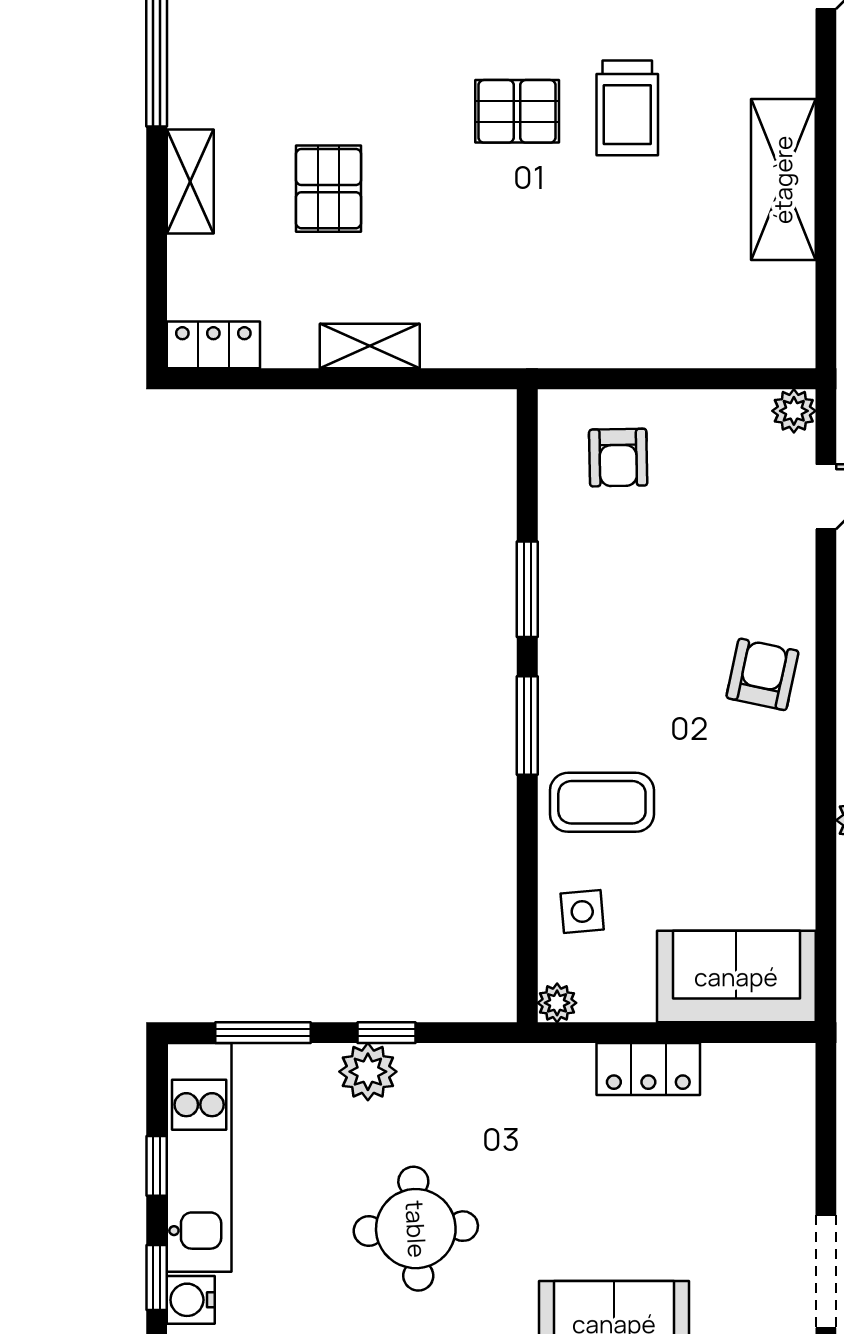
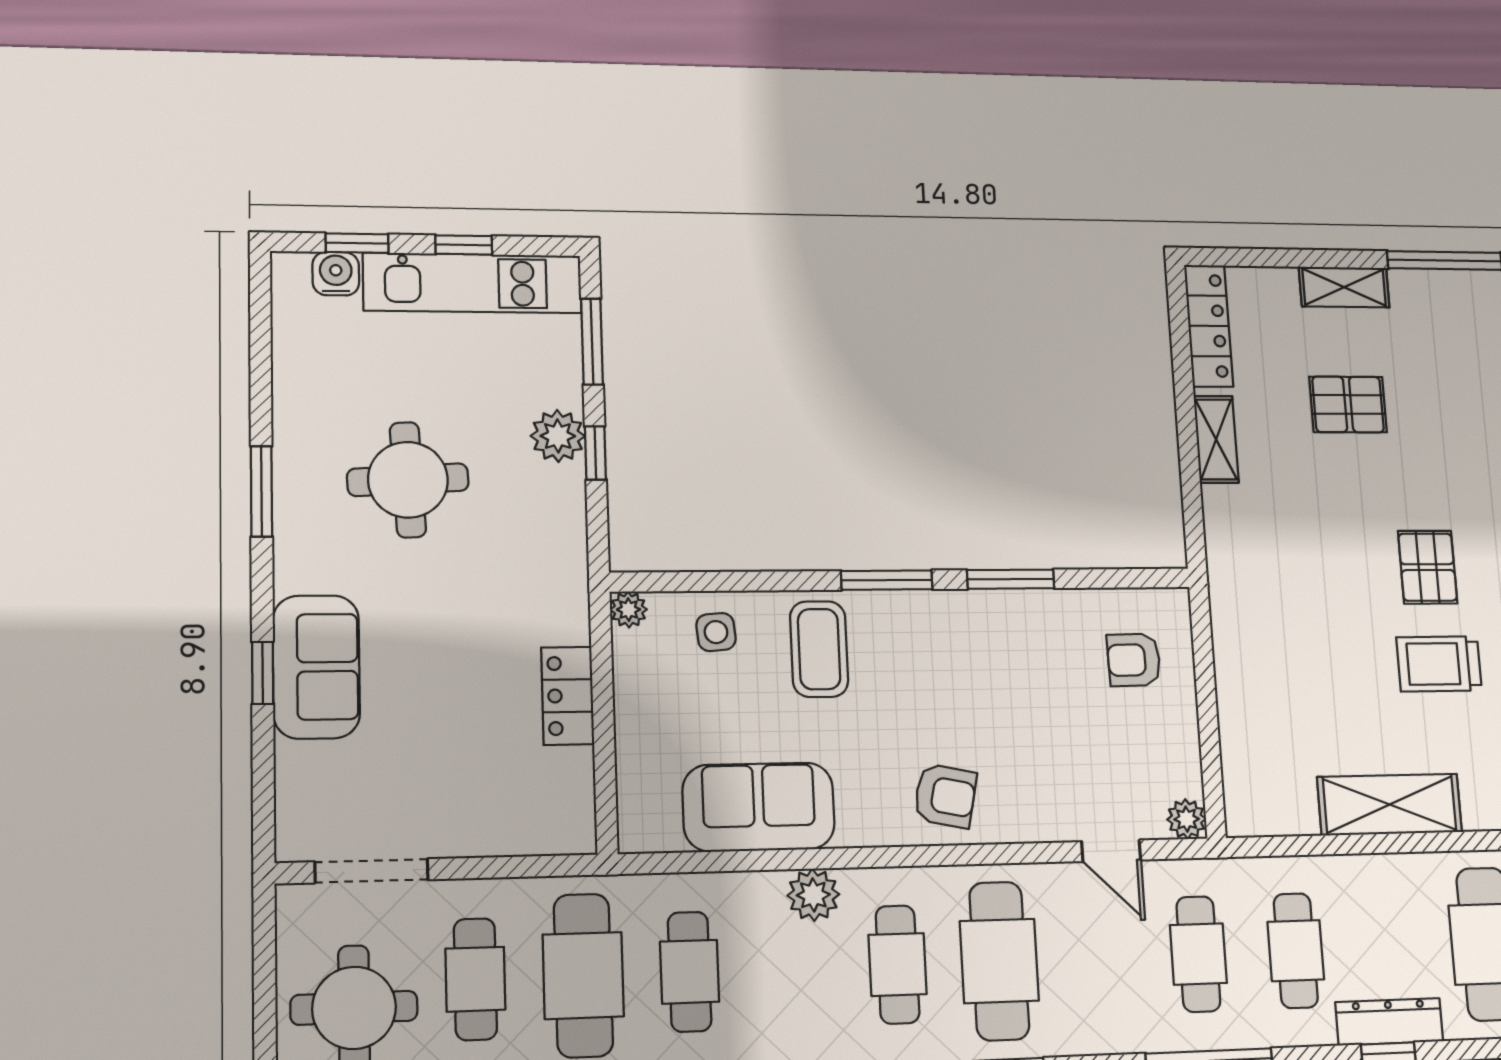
locker: (213, 345) -> (1209, 326), width x1.53
sofa: (736, 977) -> (759, 807), moved, turned -90

